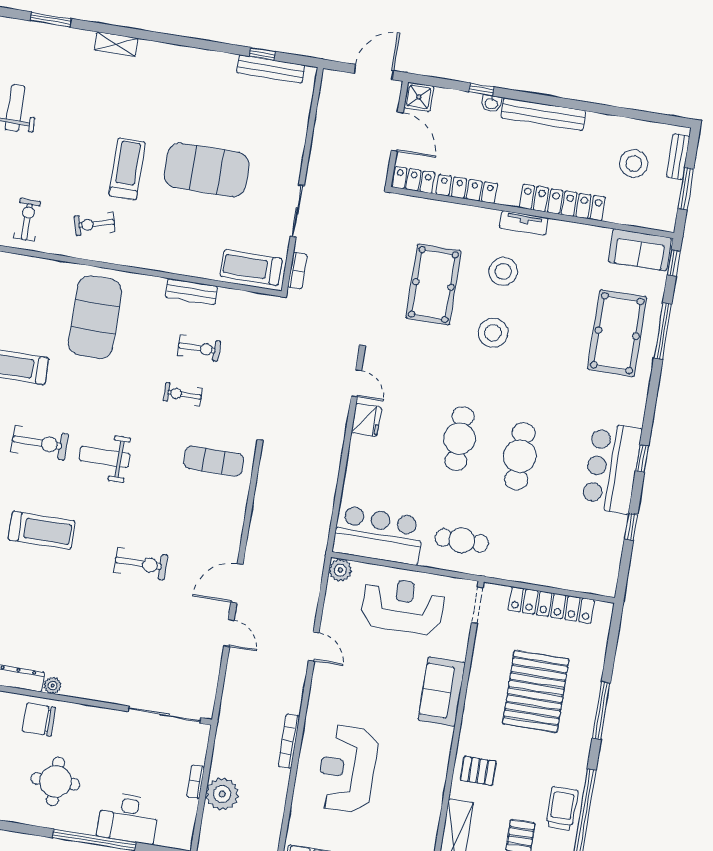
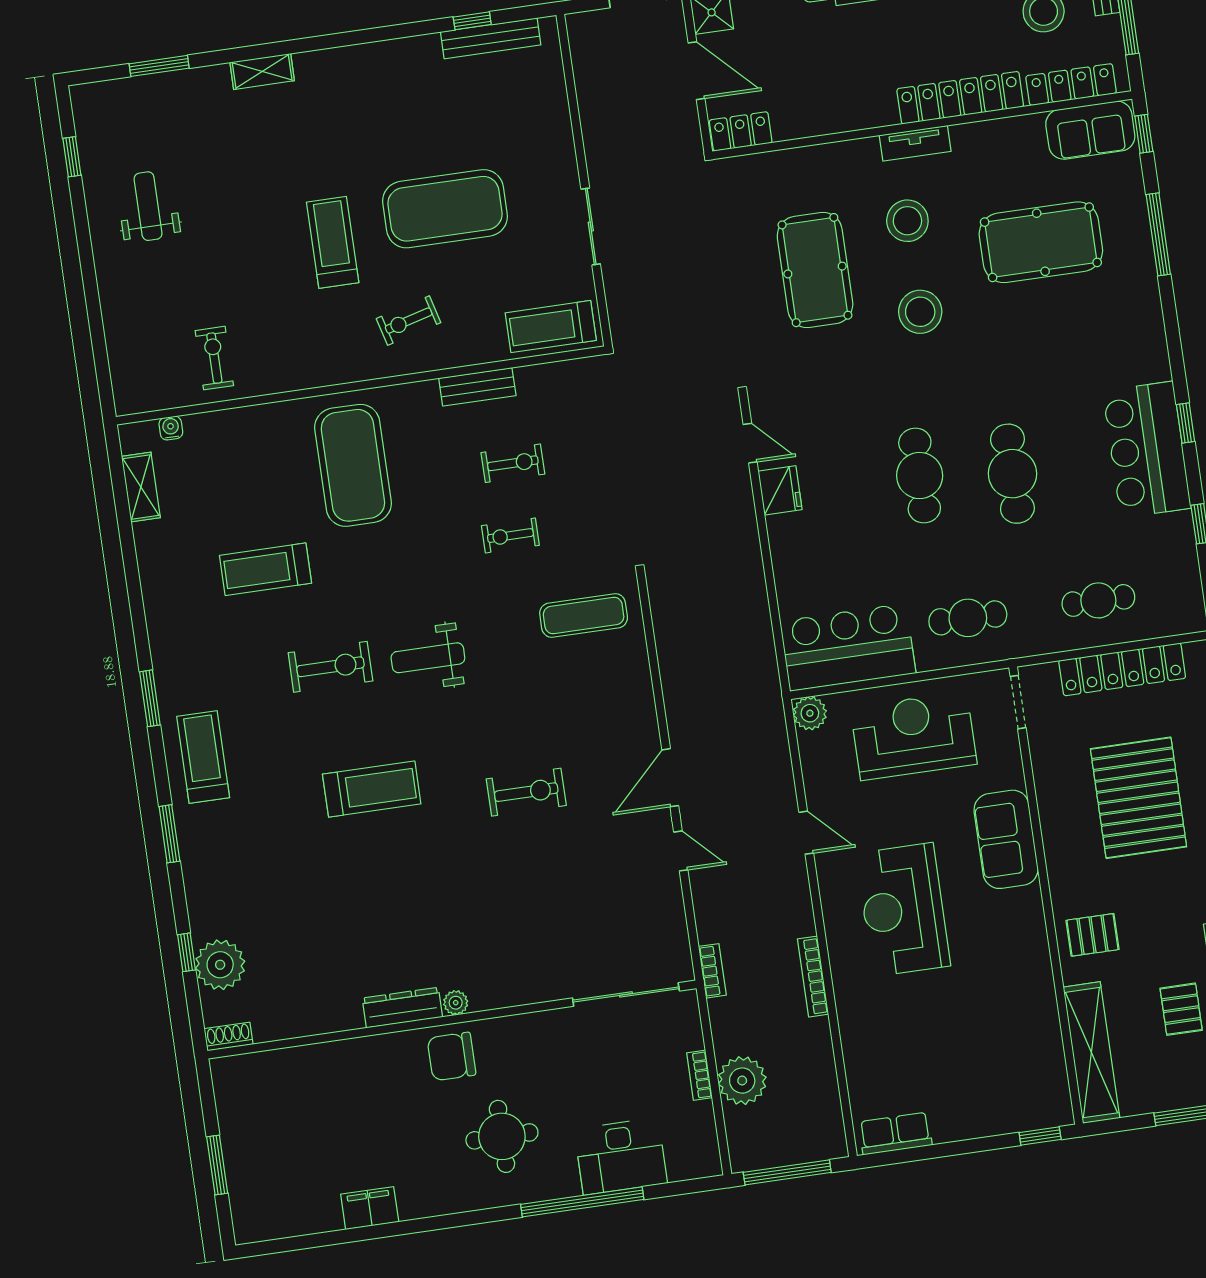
locker: (467, 189) -> (1071, 85), moved
exercise bike: (95, 224) -> (409, 321), moved
bookcase: (297, 271) -> (712, 971), moved
pool table: (617, 333) -> (1041, 242), moved, turned 90
cafe table: (550, 556) -> (1098, 600), added
reception desk: (347, 769) -> (903, 910), moved

